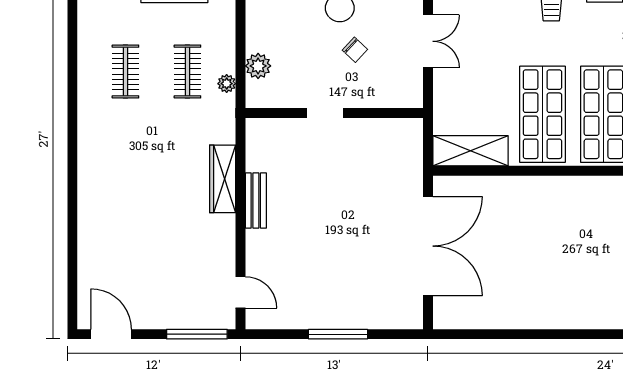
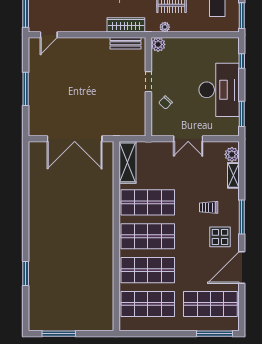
chair: (355, 50) -> (165, 103), moved
plant: (258, 66) -> (158, 44), moved
wardrobe: (223, 179) -> (126, 25), moved
bench: (256, 201) -> (125, 43), moved

